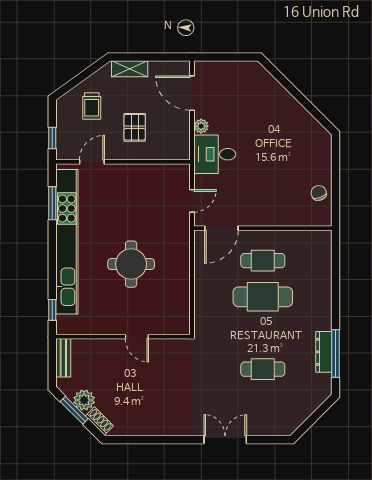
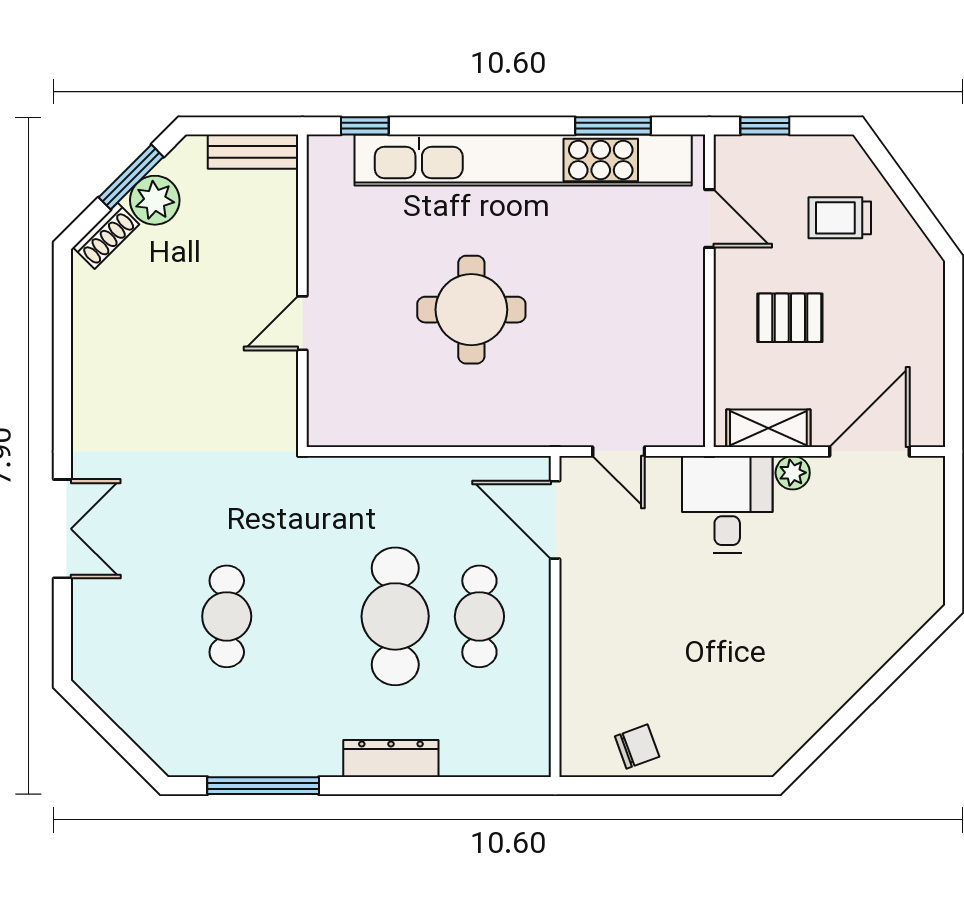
shelving: (130, 69) -> (768, 428), moved, turned 90
dresser: (324, 352) -> (391, 759), moved

